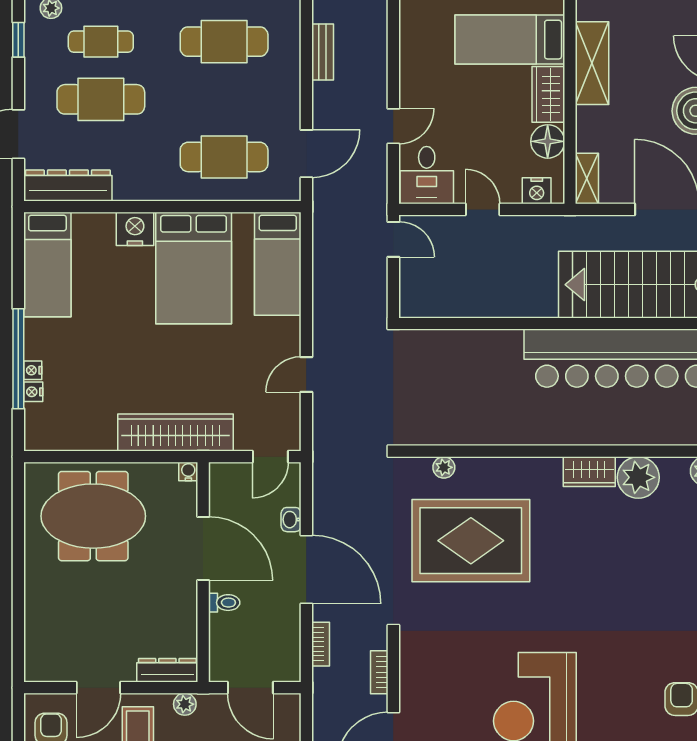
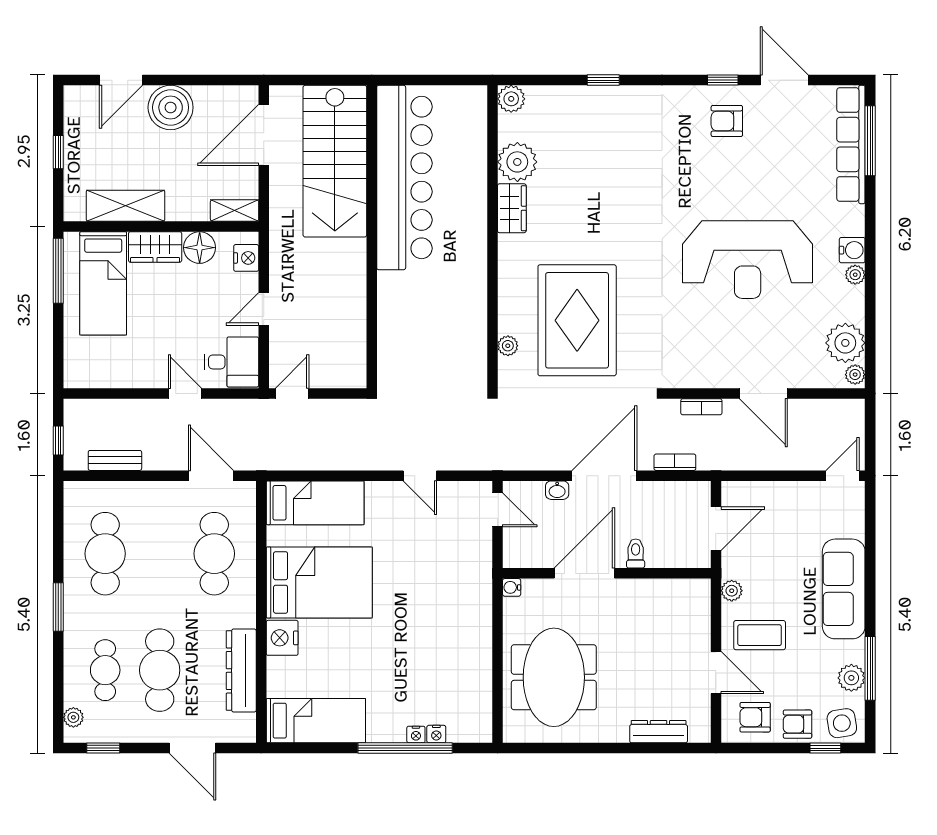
dresser: (68, 186) -> (241, 671), moved
wardrobe: (175, 433) -> (475, 600), removed
dresser: (167, 670) -> (659, 732), moved, turned 90

